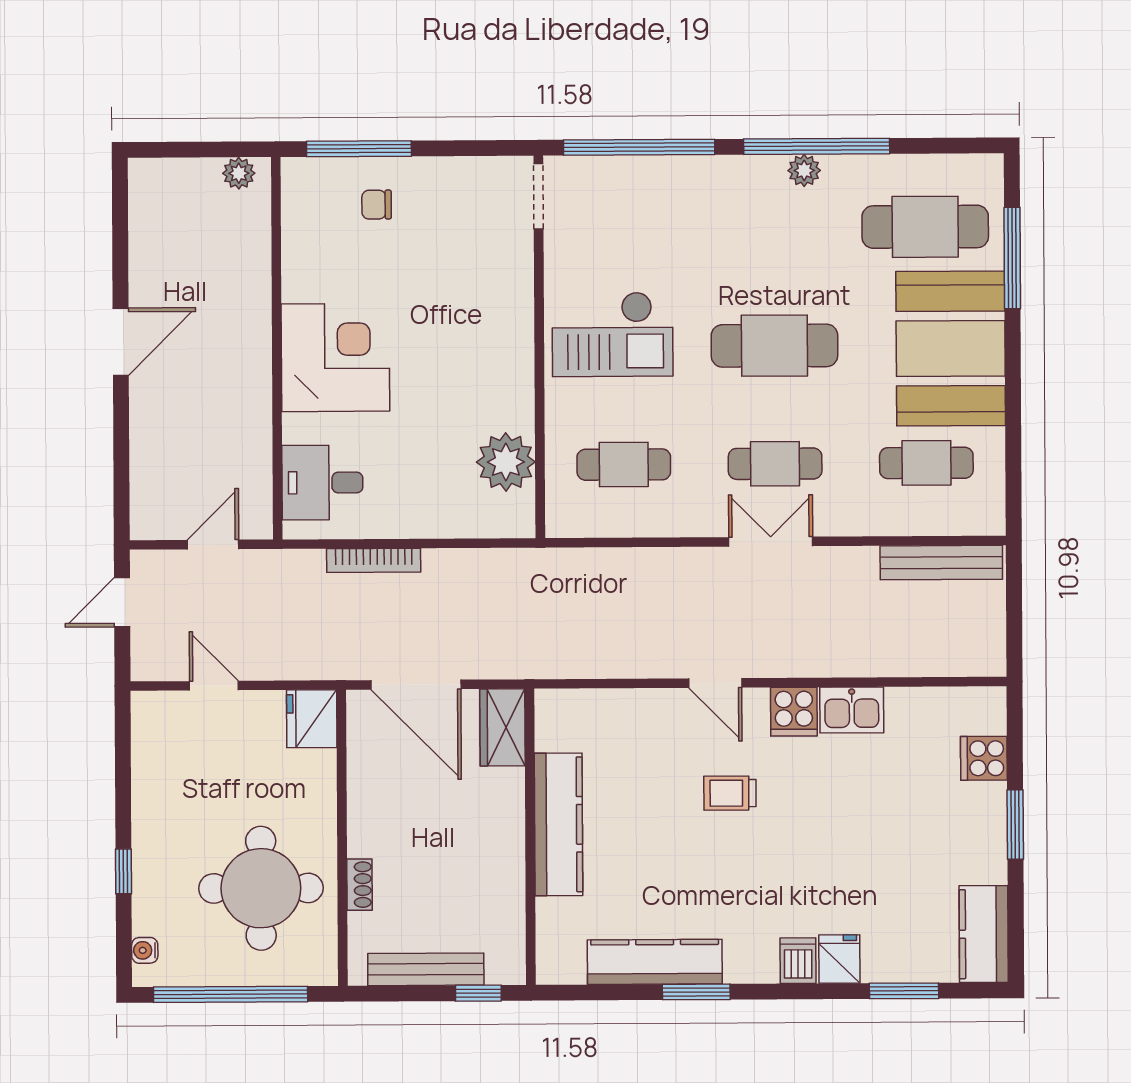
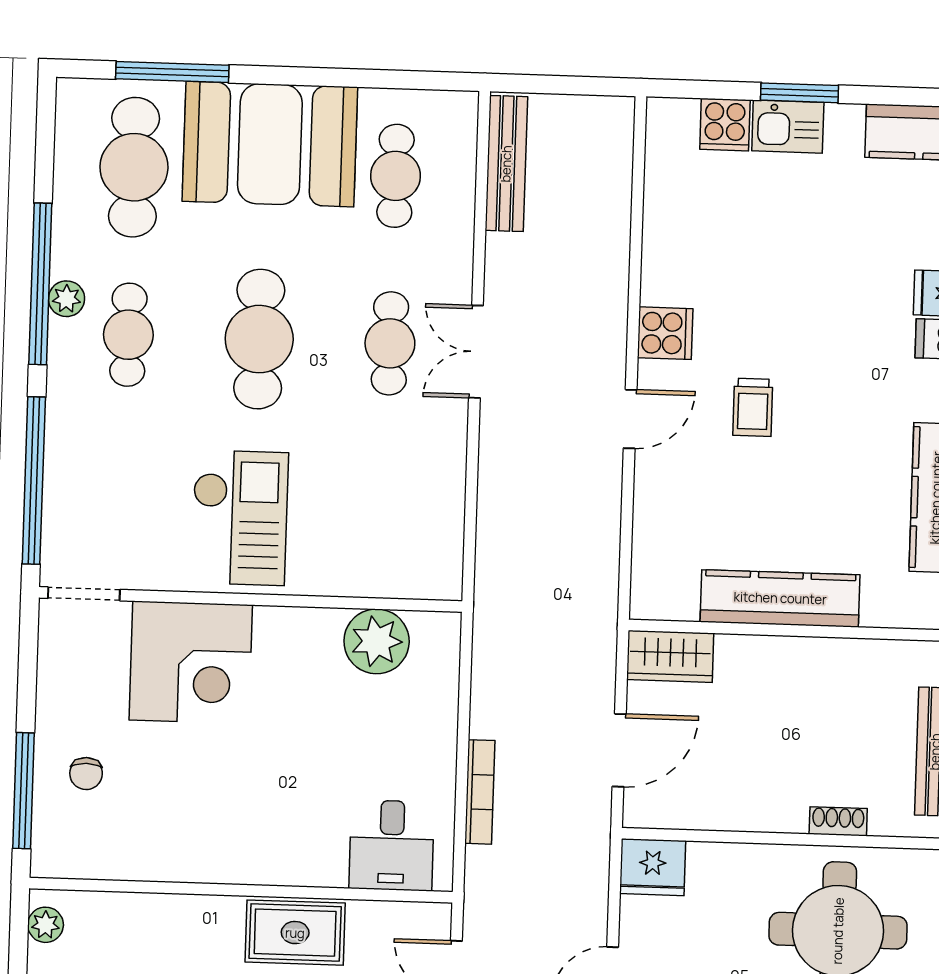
corner desk: (335, 358) -> (191, 662), moved, turned 180
rug: (240, 399) -> (295, 933), added
cafe table: (624, 465) -> (128, 335), moved
door: (416, 685) -> (619, 750), width x0.73
kitchen sink: (852, 710) -> (788, 127), moved, turned 90

